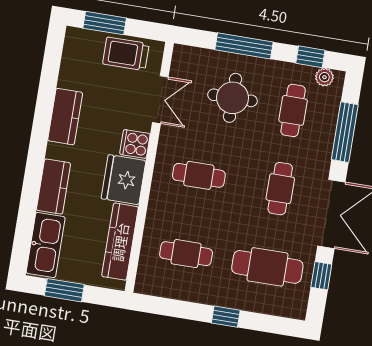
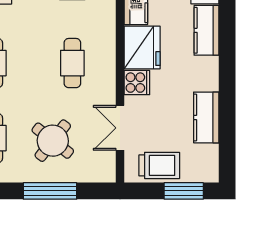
round table: (233, 98) -> (53, 141), turned 38
kitchen counter: (65, 117) -> (206, 117), moved
cafe table: (199, 175) -> (72, 63), turned 90

